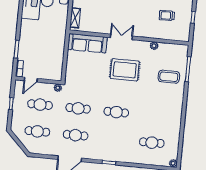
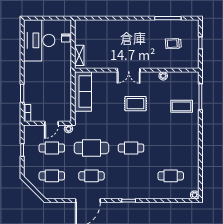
double door: (121, 37) -> (129, 70), swing flipped
sofa: (87, 43) -> (83, 92), moved, turned -90
rug: (125, 70) -> (135, 104), width x0.73, depth x0.70
door: (31, 80) -> (52, 123), moved
cafe table: (78, 108) -> (91, 148), width x1.37, depth x1.35

